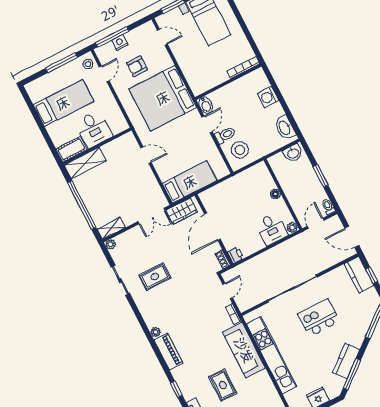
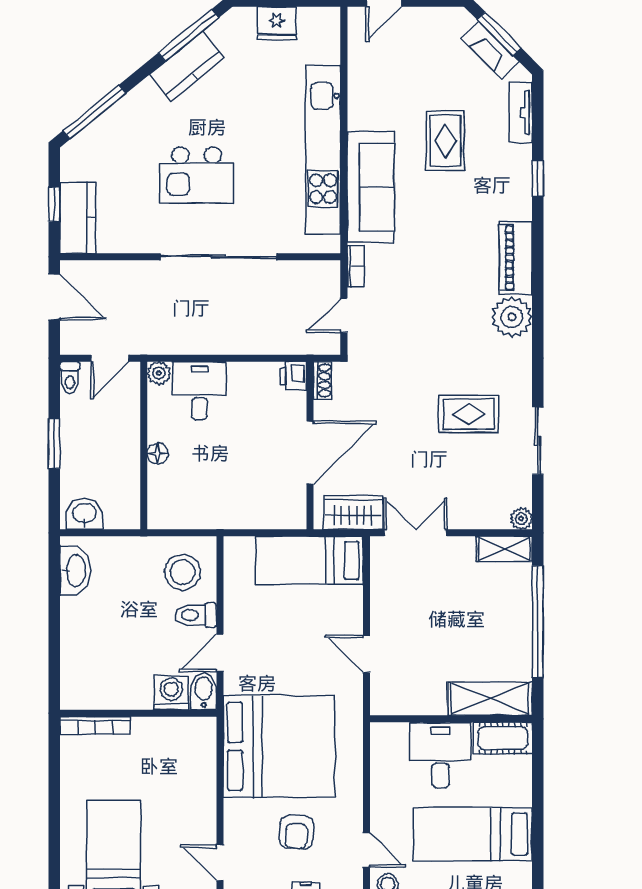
armchair: (137, 66) -> (297, 832), turned 94
door: (104, 74) -> (366, 850), swing flipped
washing machine: (268, 97) -> (171, 693), moved, turned -90
plant: (156, 332) -> (512, 317), width x1.88, depth x1.88

